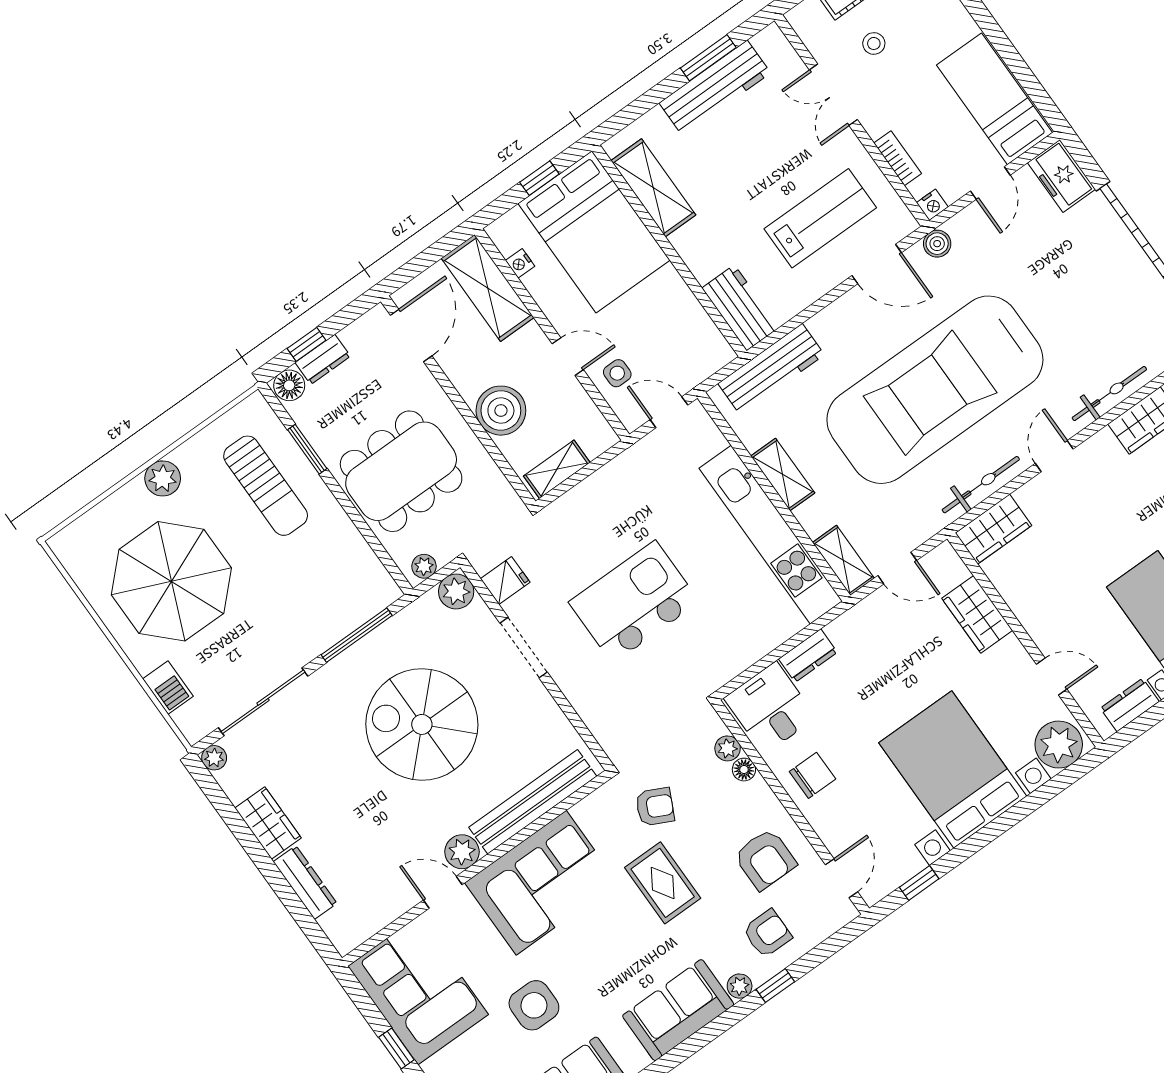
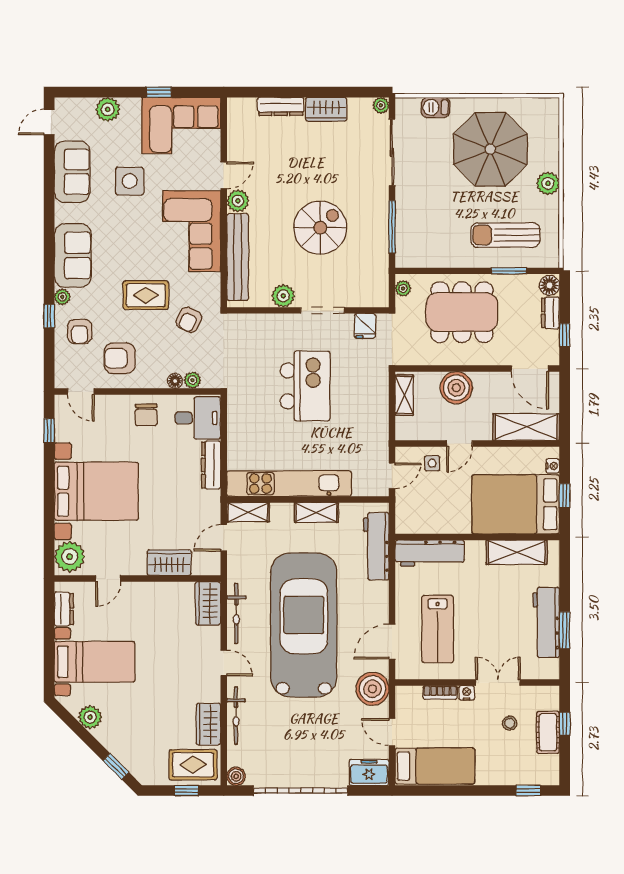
nightstand: (932, 205) -> (467, 693), moved, turned 90
boiler: (937, 244) -> (372, 689), width x1.86, depth x1.86
nightstand: (520, 263) -> (553, 466), moved, turned 90
workbench: (740, 308) -> (430, 553), width x1.38
window: (306, 344) -> (565, 335), moved
dining table: (401, 471) -> (462, 312), turned 90
plant: (456, 591) -> (283, 296), moved
dresser: (808, 656) -> (211, 465), width x1.44
spiral stairs: (422, 724) -> (320, 228), width x0.73, depth x0.73

